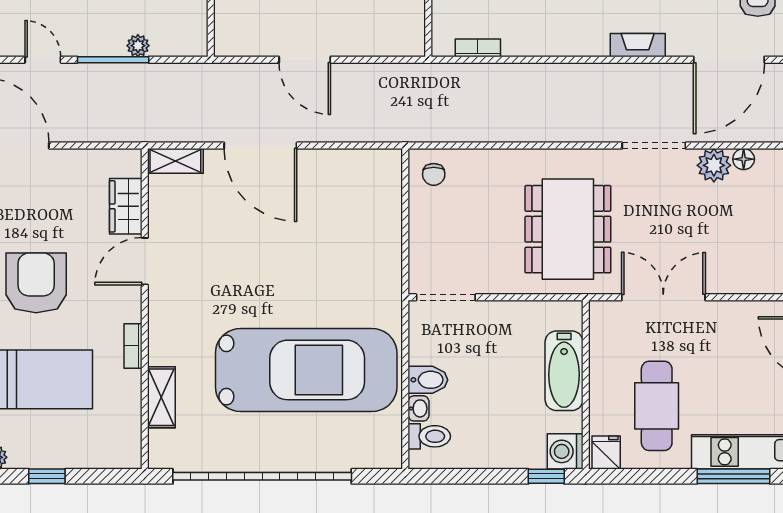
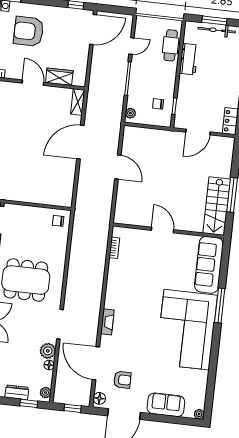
plant: (138, 46) -> (130, 113), moved
door: (305, 60) -> (118, 167), swing flipped
armchair: (36, 283) -> (29, 31), turned 180

